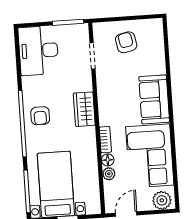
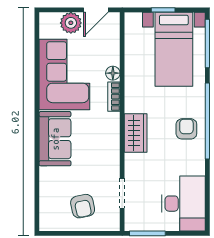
plant: (109, 174) -> (113, 57), removed
plant: (162, 200) -> (71, 23), moved

